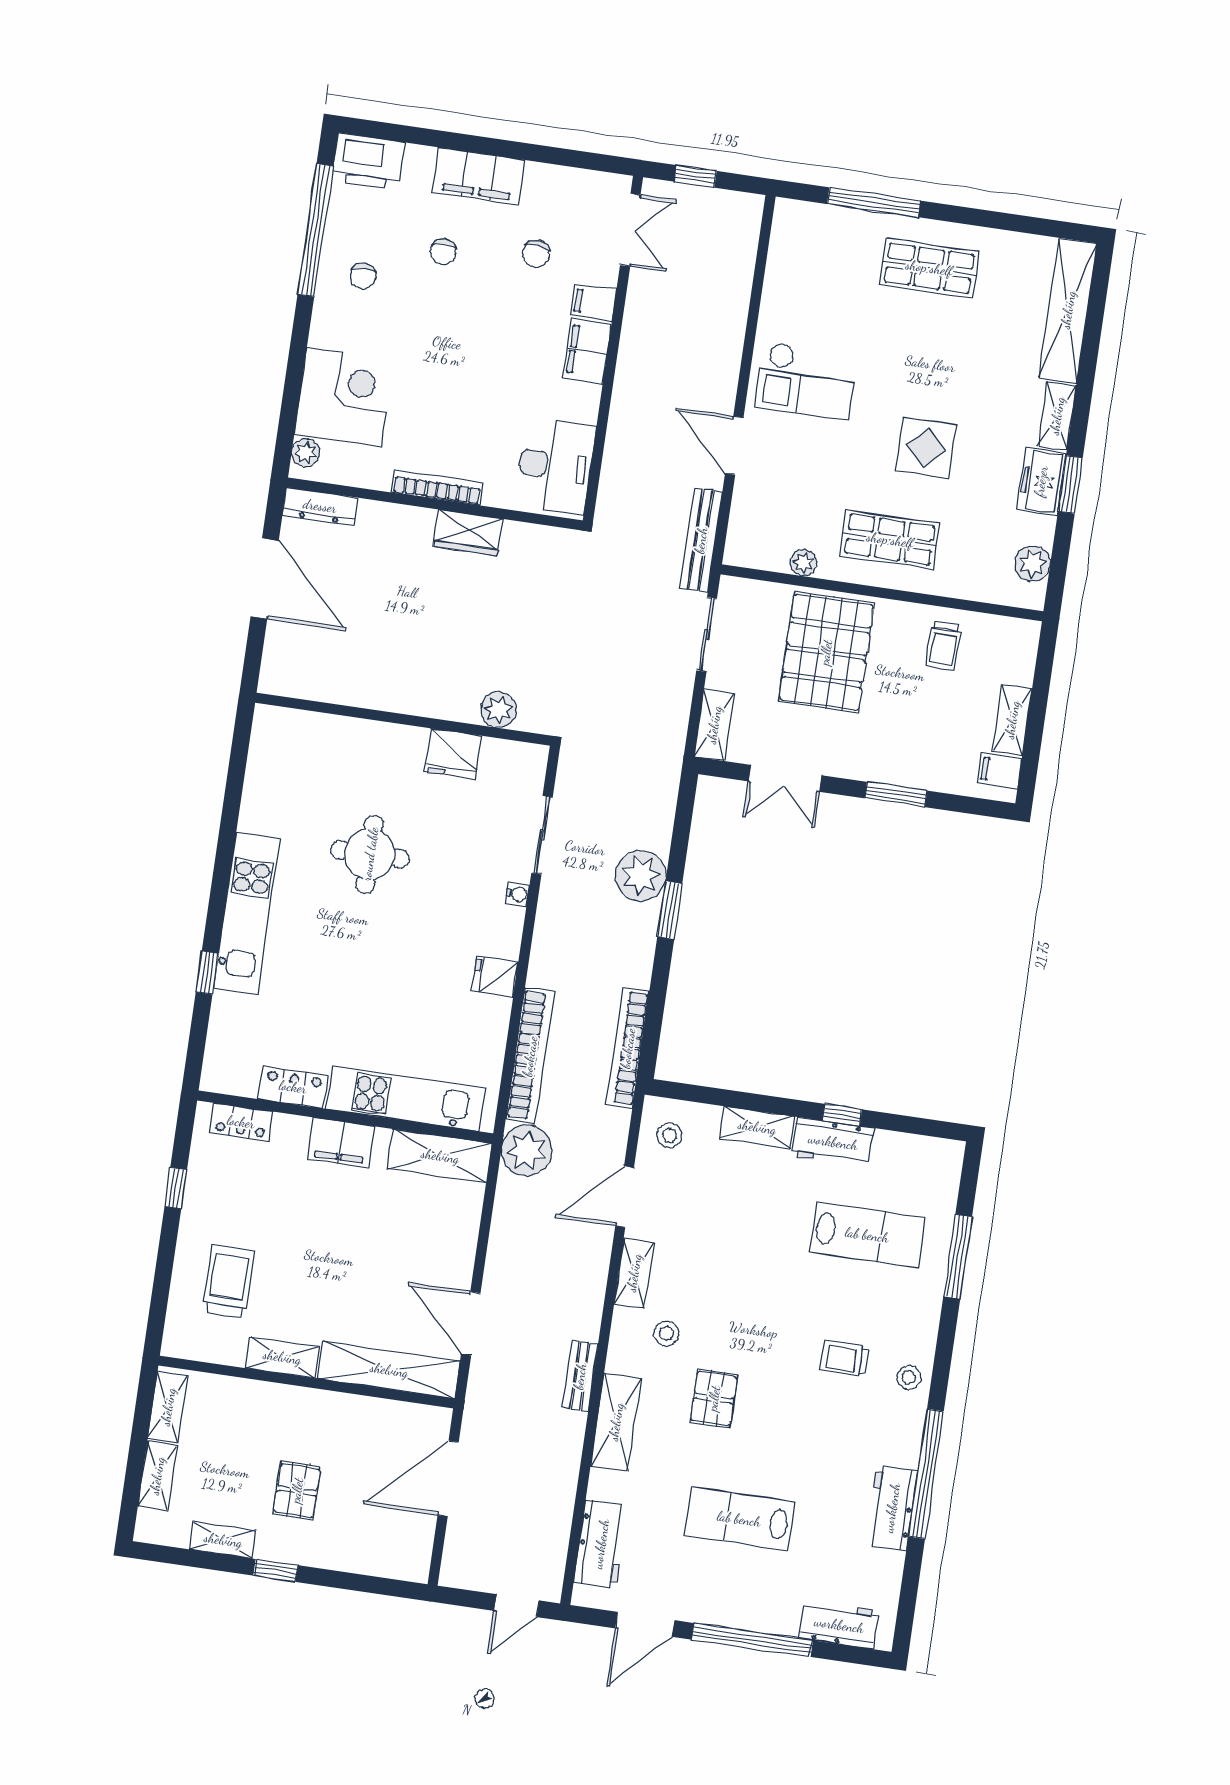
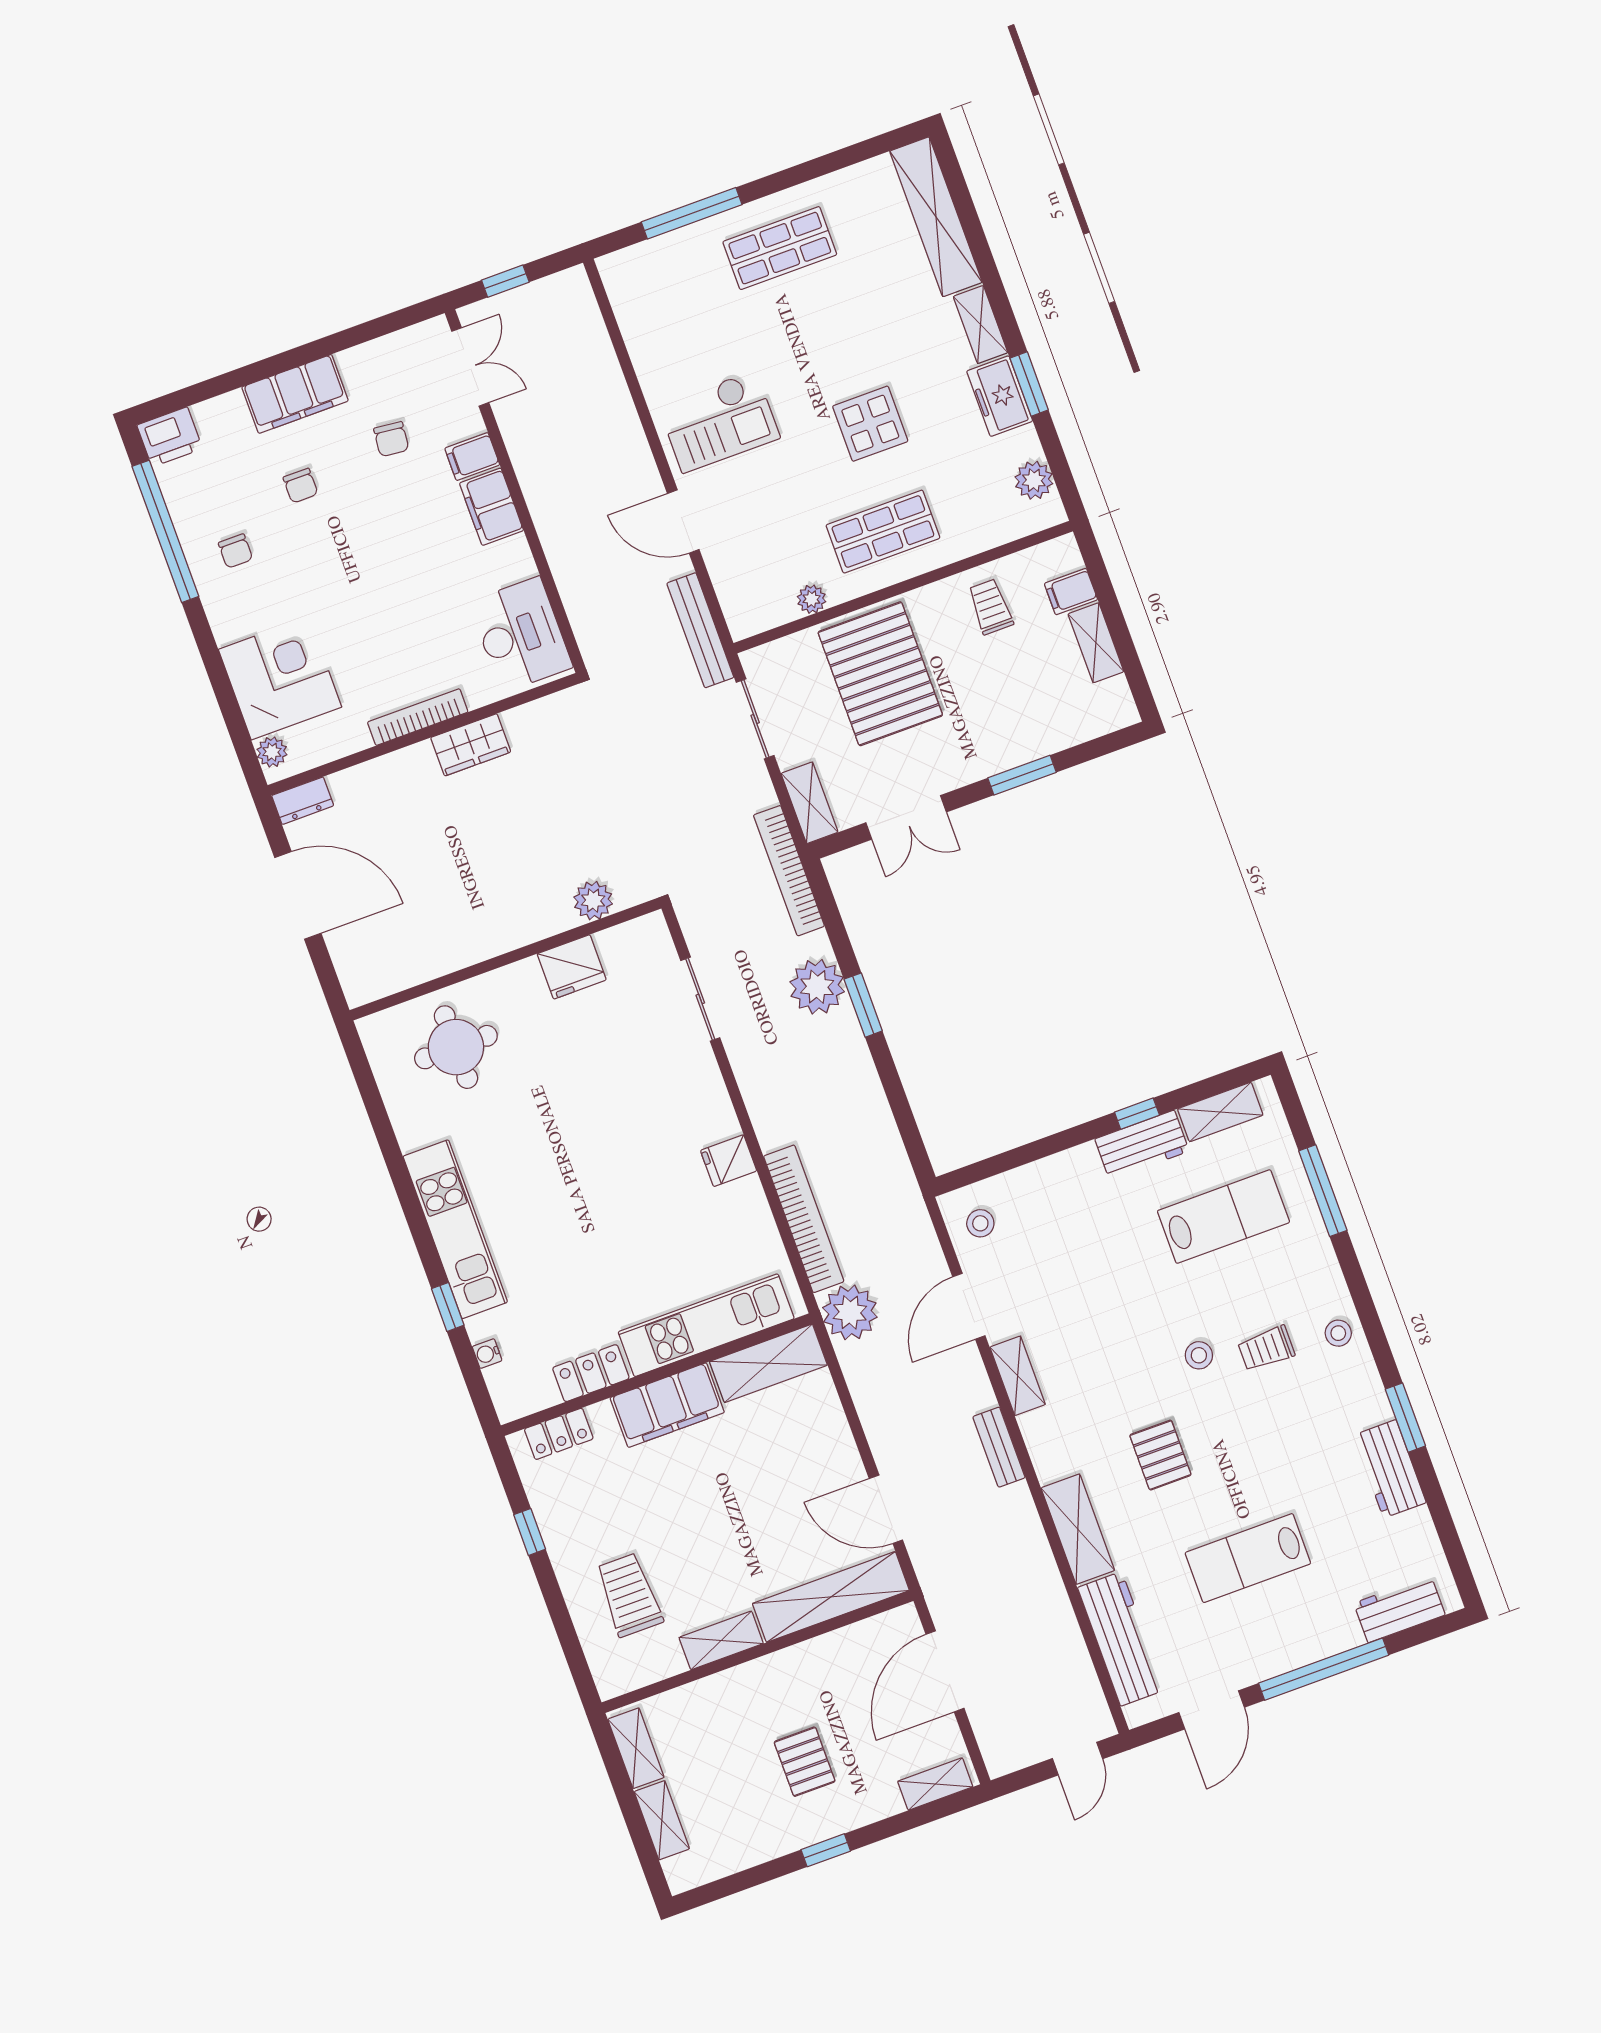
printer: (368, 162) -> (170, 437), width x0.73, depth x0.84
dresser: (320, 506) -> (303, 801), width x0.70
trolley: (943, 646) -> (991, 607), turned 180
filing cabinet: (999, 771) -> (1071, 592), moved
round table: (370, 854) -> (456, 1047), moved
water cooler: (517, 894) -> (487, 1354), moved, turned 180
bookcase: (628, 1048) -> (789, 871), moved
shelving: (757, 1127) -> (1220, 1112), moved
filing cabinet: (341, 1142) -> (667, 1405), width x1.50, depth x1.17
stool: (666, 1333) -> (1199, 1355), moved
bench: (580, 1376) -> (999, 1447), moved
window: (926, 1474) -> (1405, 1418), width x0.47
shelving: (223, 1540) -> (935, 1784), moved
workbench: (601, 1544) -> (1121, 1639), width x1.38

